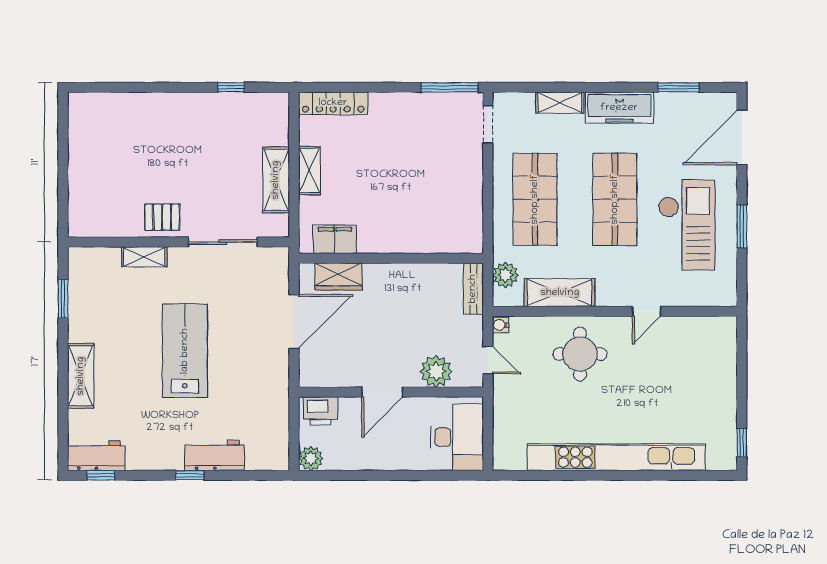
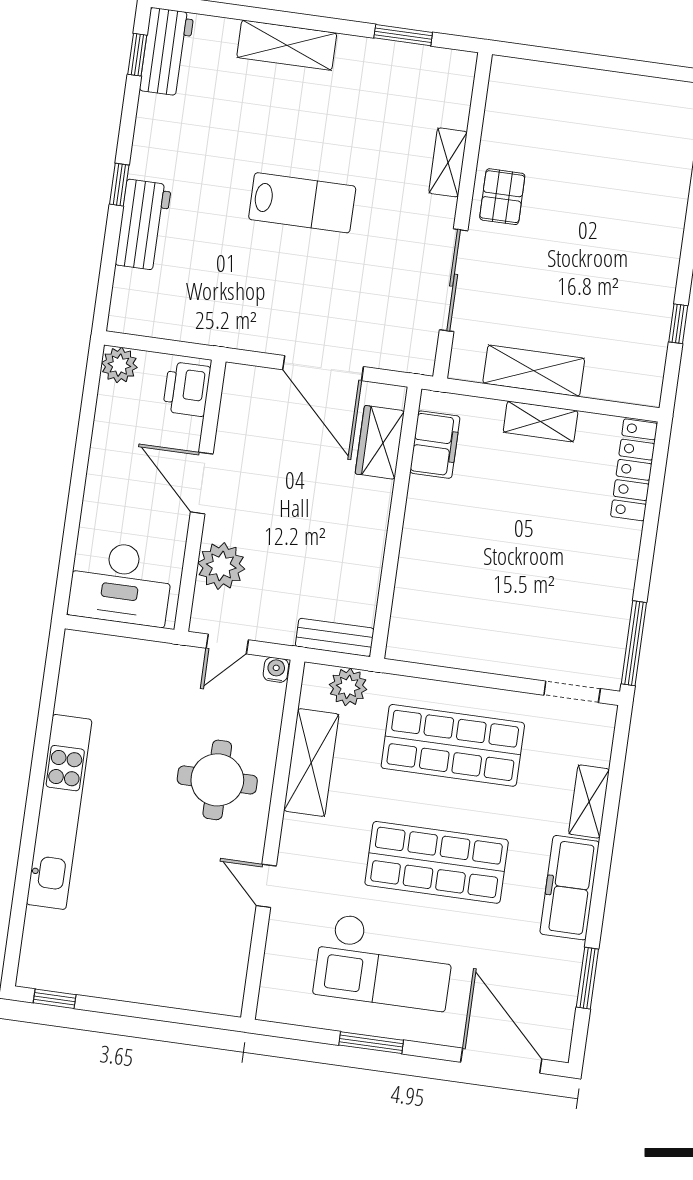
lab bench: (185, 351) -> (302, 203), width x0.73, depth x0.72
kitchen unit: (616, 457) -> (59, 812), width x0.73

